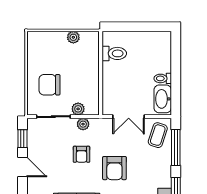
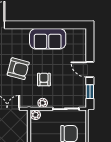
plant: (78, 109) -> (36, 115), moved
armchair: (114, 168) -> (18, 69), turned 105

